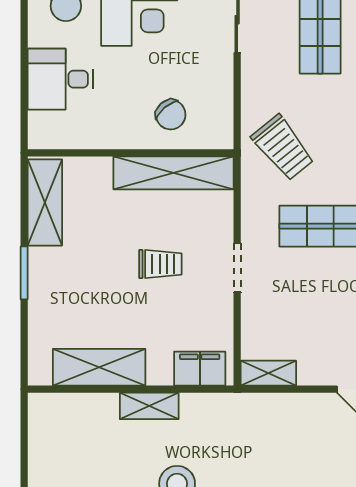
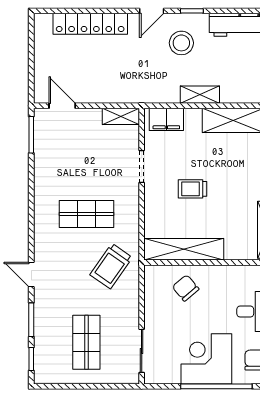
trolley: (283, 148) -> (111, 266), turned -106
doorway: (237, 268) -> (142, 166), moved

